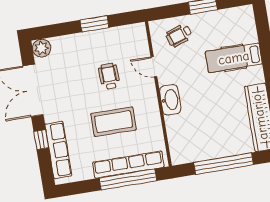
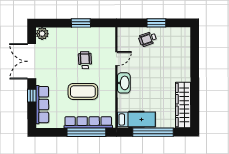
wheelchair: (179, 35) -> (148, 39), moved
hospital bed: (234, 58) -> (136, 119), moved, turned 180
door: (154, 67) -> (116, 59), swing flipped

